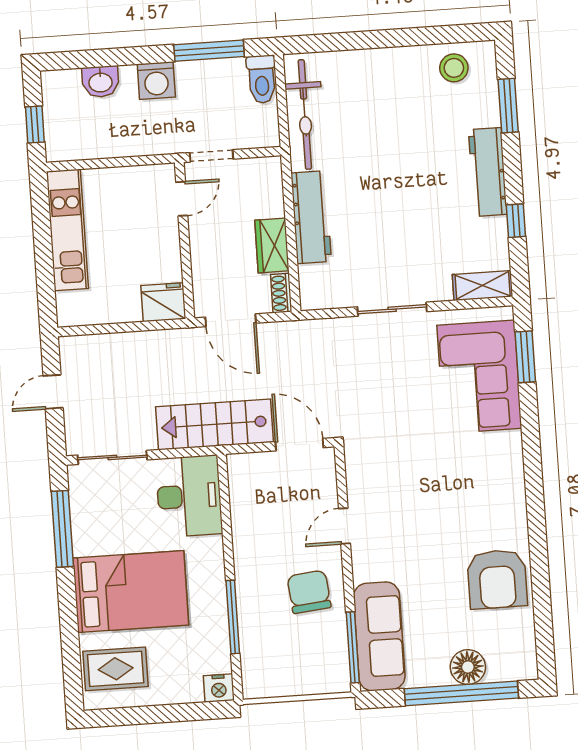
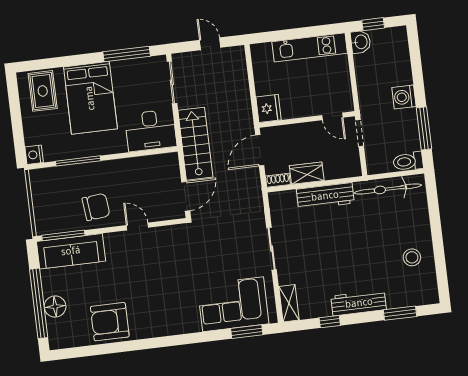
stool: (454, 68) -> (412, 257), moved
washbasin: (100, 82) -> (361, 42), moved, turned 180

